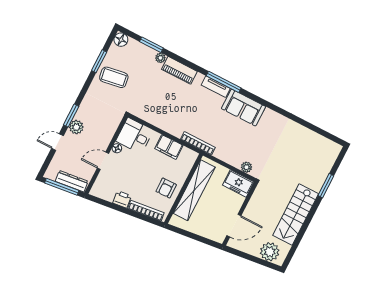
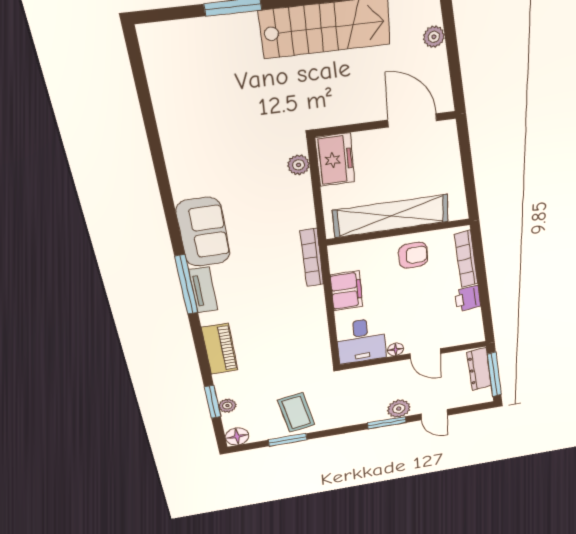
plant: (160, 58) -> (227, 406), moved
plant: (270, 252) -> (434, 37), width x0.53, depth x0.53

